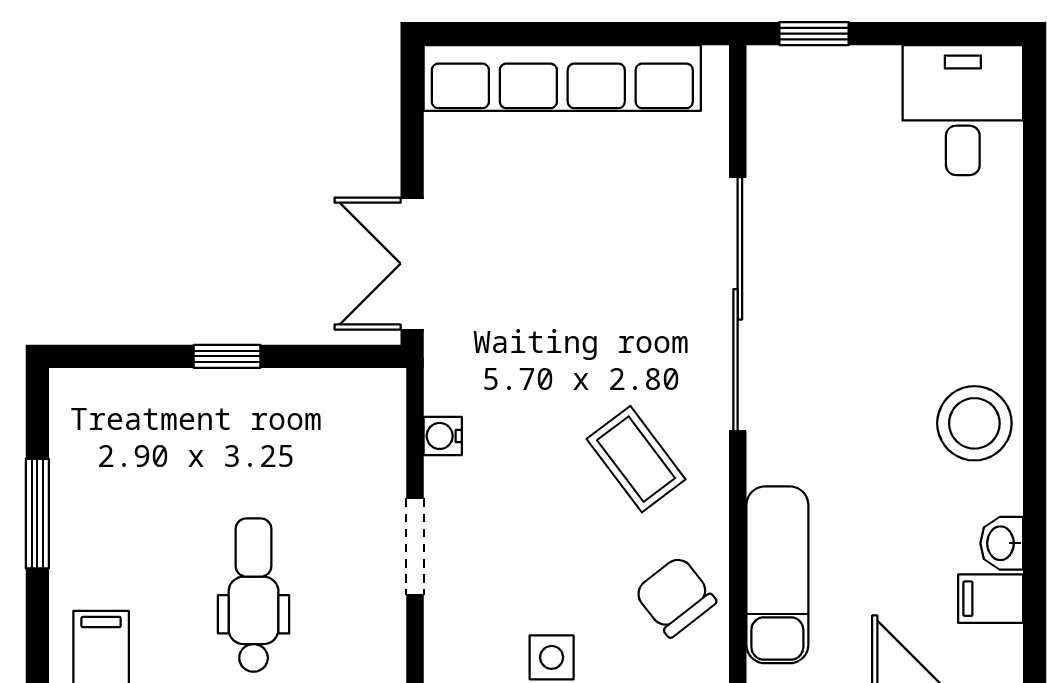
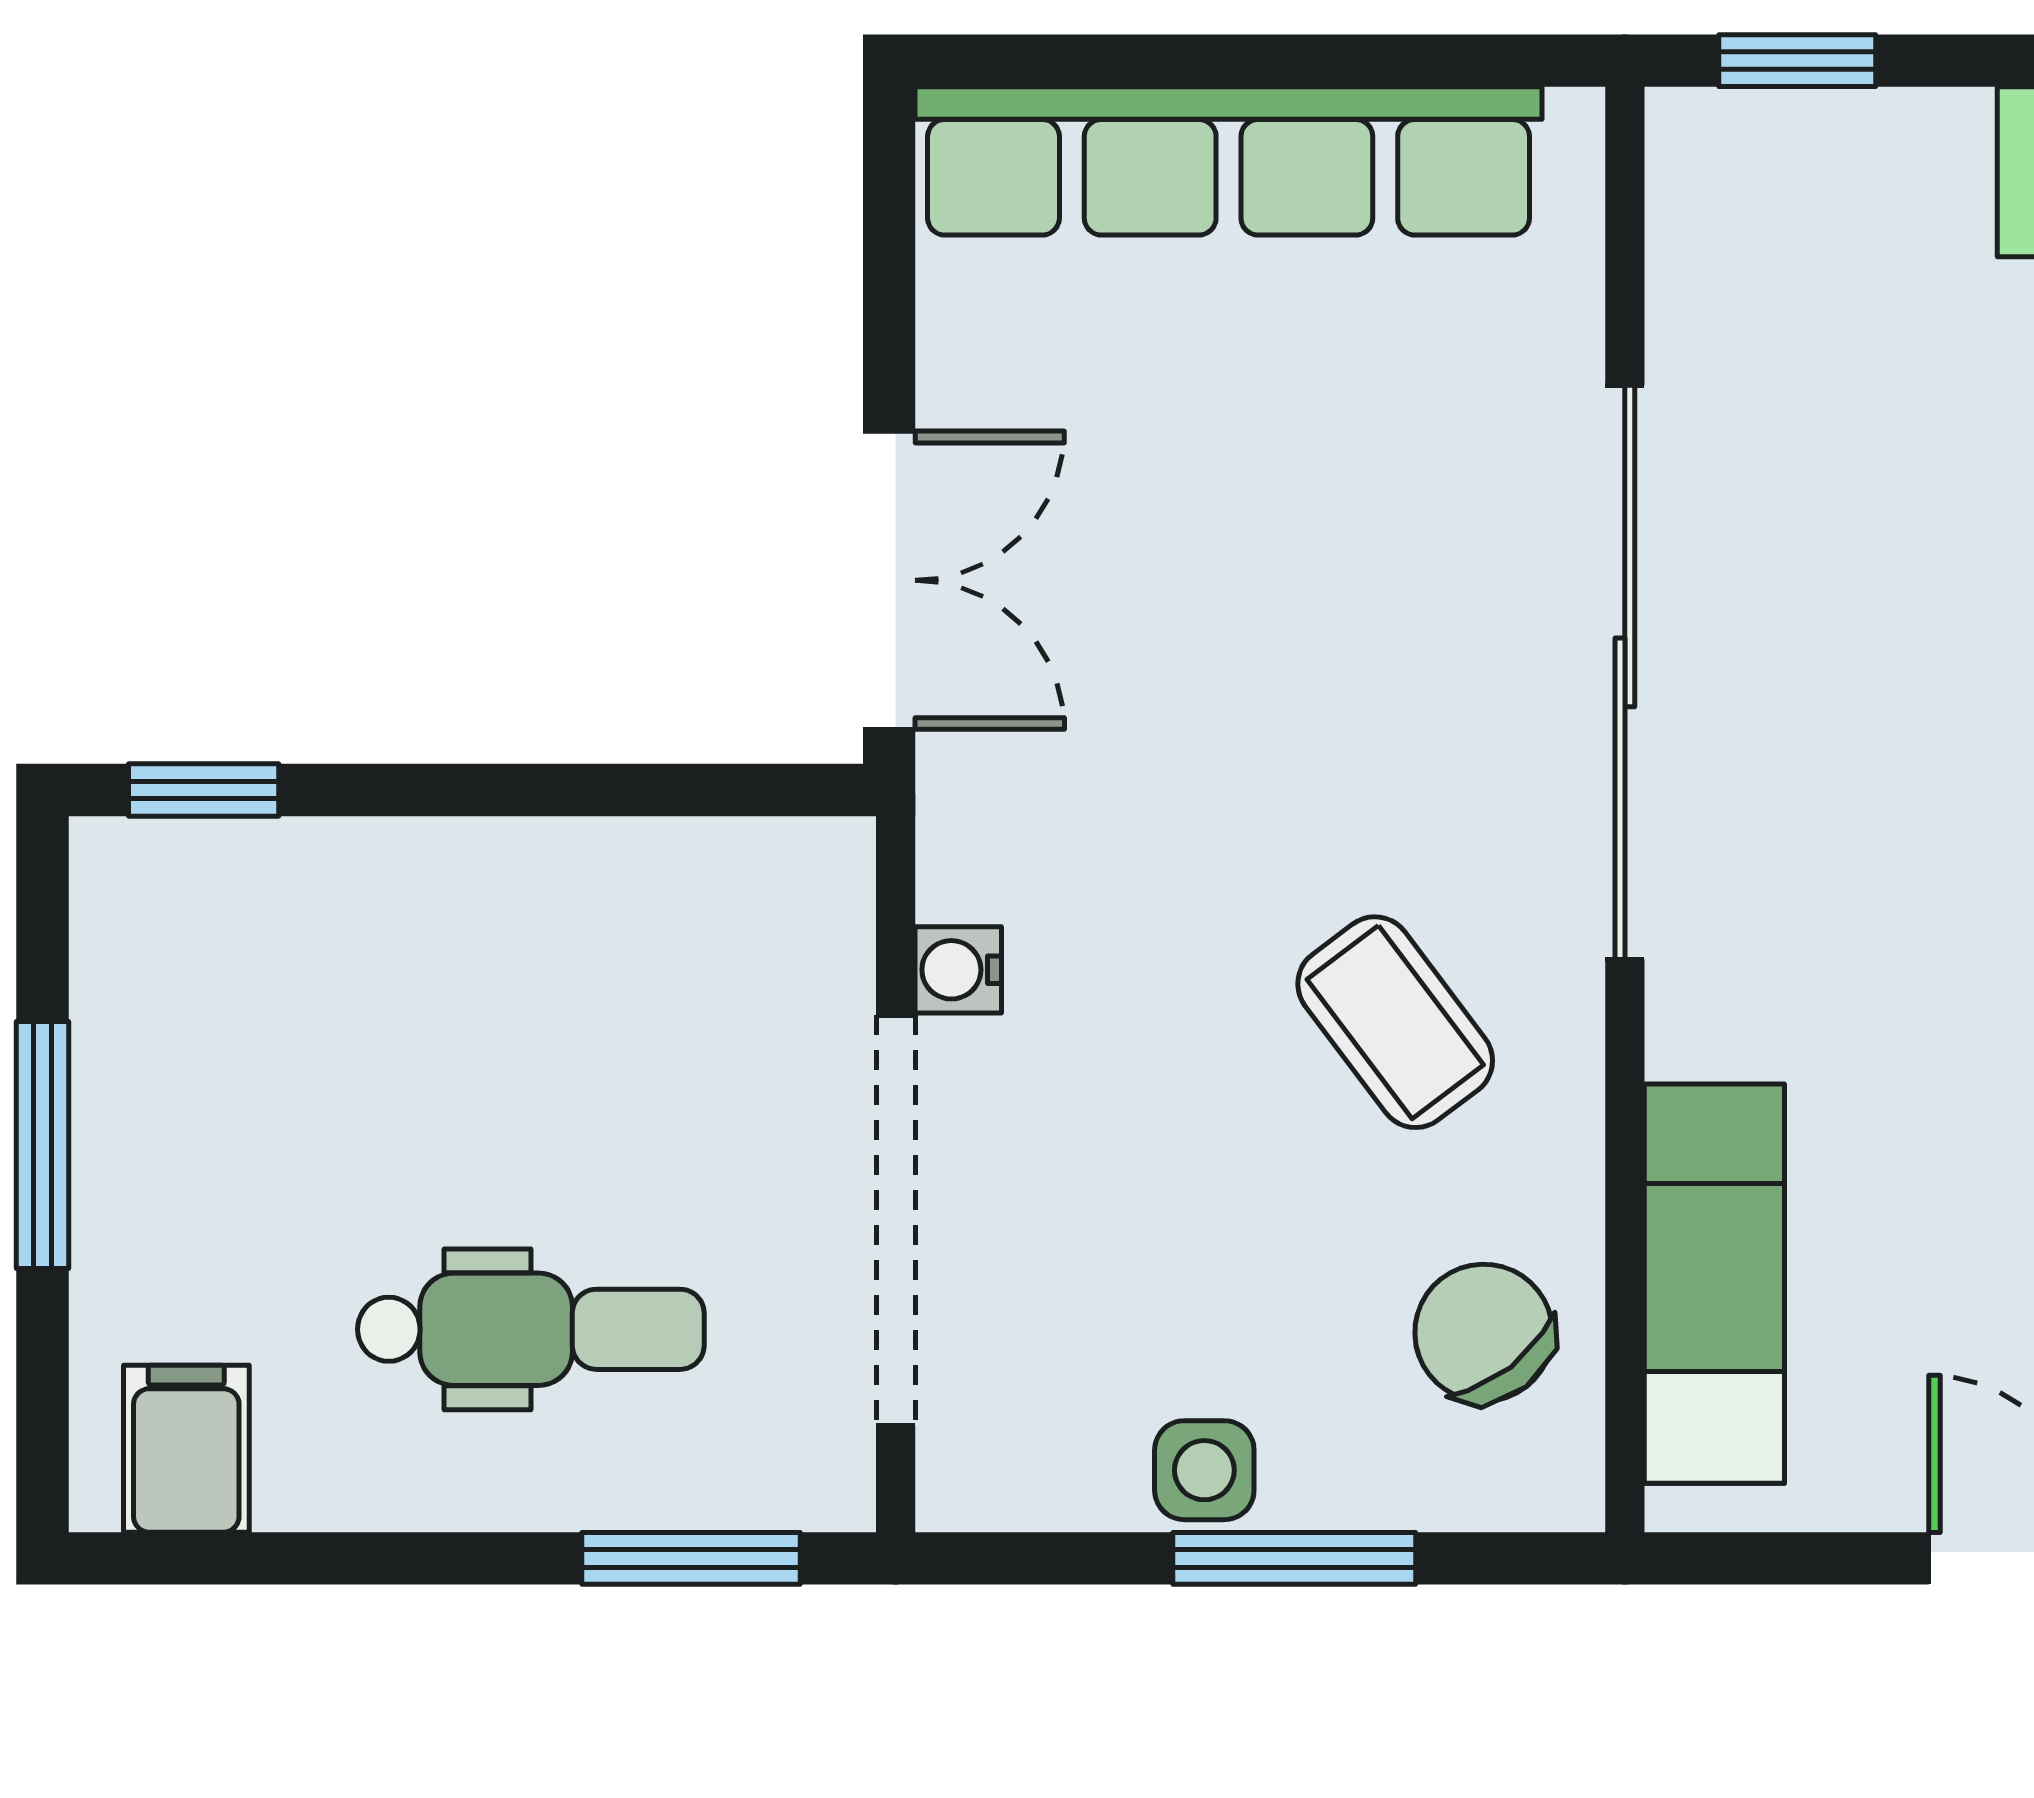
double door: (412, 264) -> (889, 580), swing flipped
window: (227, 356) -> (204, 790), moved
doorway: (415, 547) -> (896, 1220), width x1.88
dental chair: (254, 595) -> (531, 1329), turned 90

